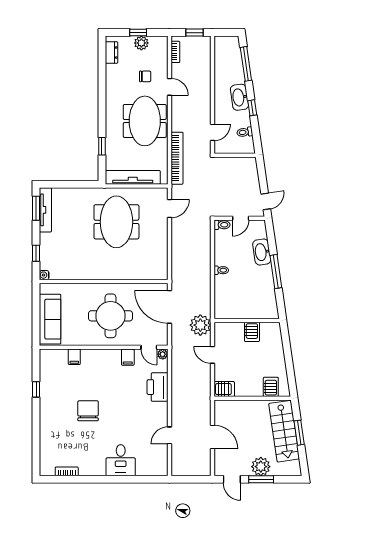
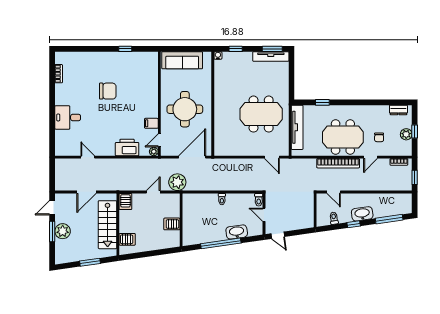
bookcase: (177, 158) -> (338, 163), moved
window: (276, 271) -> (221, 243), width x1.46
filing cabinet: (74, 357) -> (152, 80), removed
stairs: (284, 431) -> (108, 225), moved, turned -82

